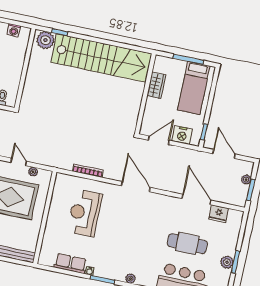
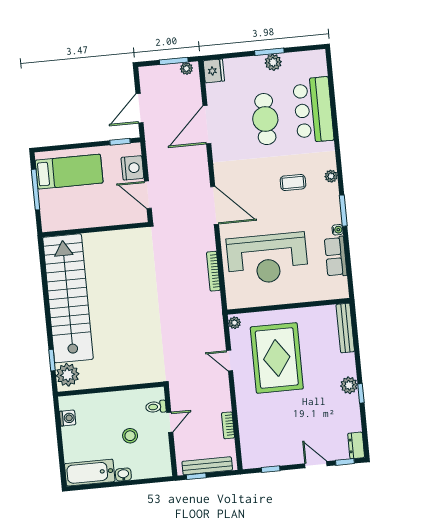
wardrobe: (156, 85) -> (81, 219), removed
door: (19, 162) -> (230, 361), hinge flipped
plant: (33, 172) -> (234, 323), moved
plant: (246, 180) -> (186, 69), moved
door: (136, 187) -> (215, 205), swing flipped
reception desk: (85, 213) -> (267, 259), width x1.36, depth x1.30
fridge: (219, 214) -> (214, 71), moved
coffee table: (134, 249) -> (293, 182), added

